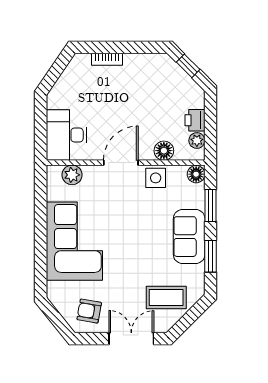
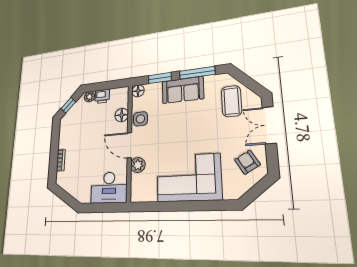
plant: (197, 141) -> (89, 97), moved
plant: (72, 175) -> (138, 165), moved
window: (210, 256) -> (197, 73), width x1.44
armchair: (89, 311) -> (247, 162), turned 140

